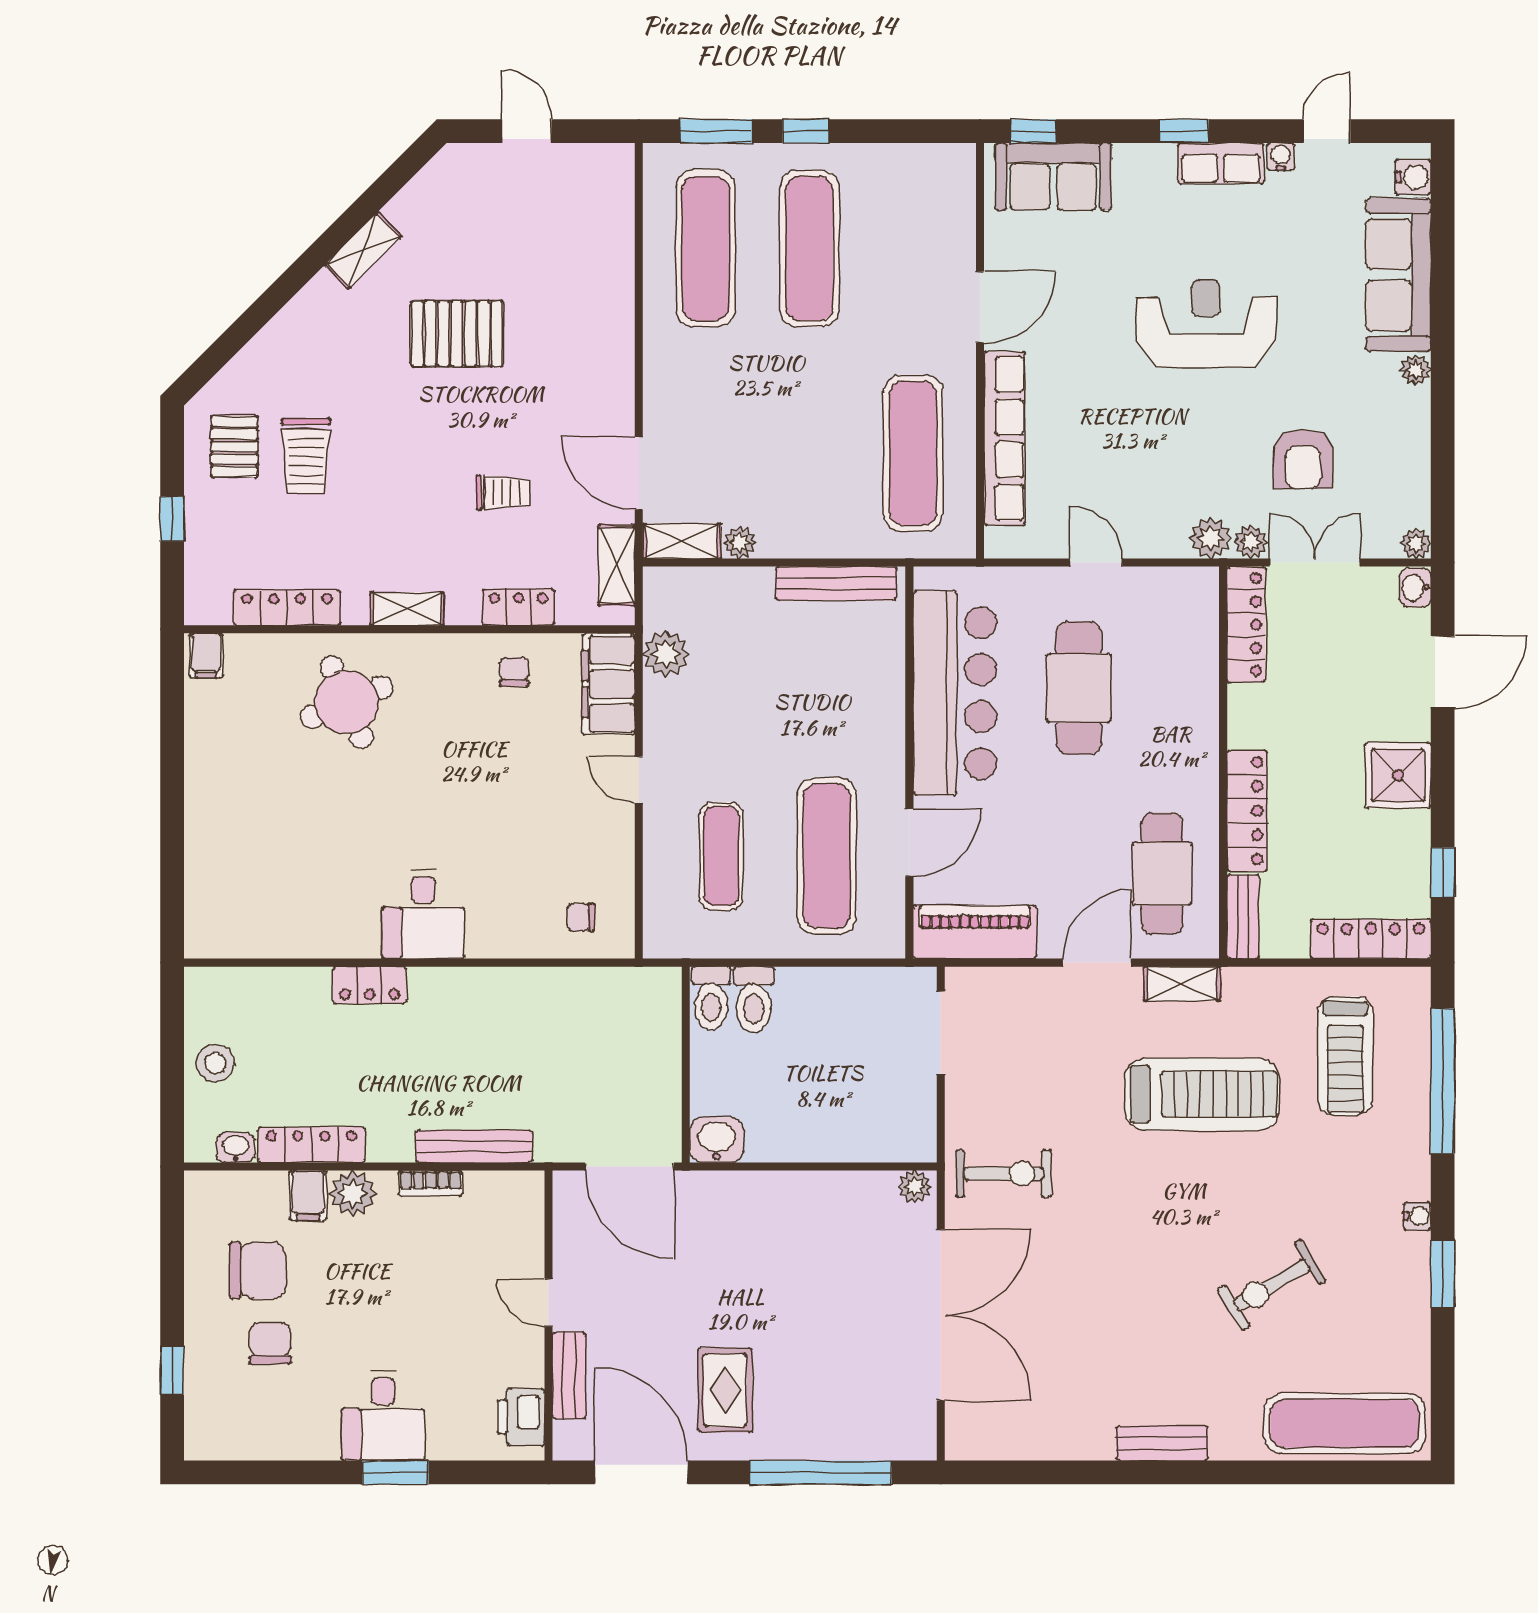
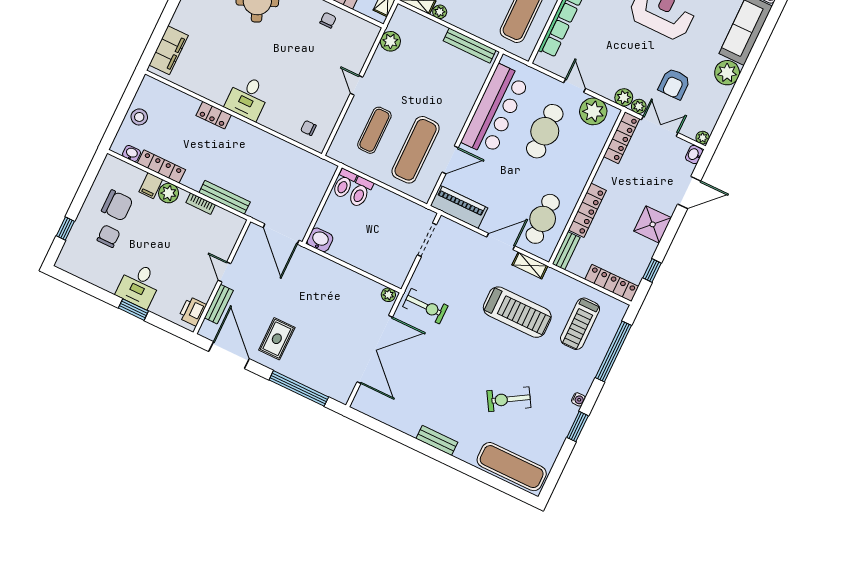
plant: (1416, 370) -> (727, 73), width x1.88, depth x1.88
plant: (1161, 598) -> (593, 111), added
filing cabinet: (608, 684) -> (169, 50), moved, turned 180

